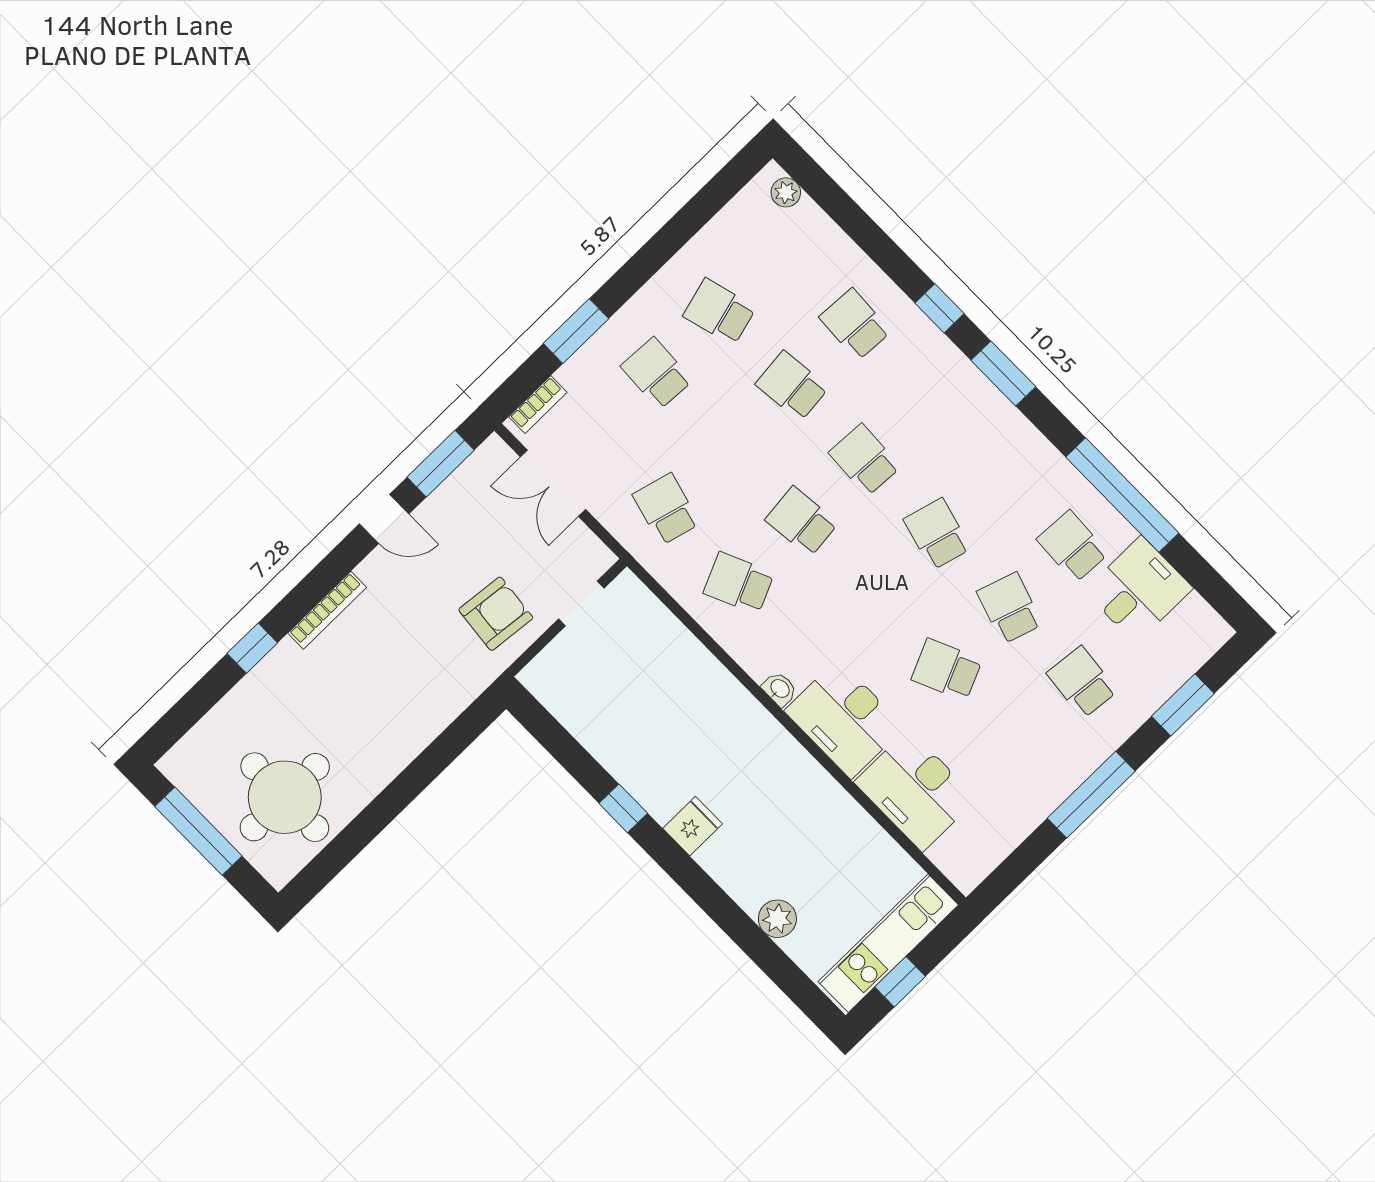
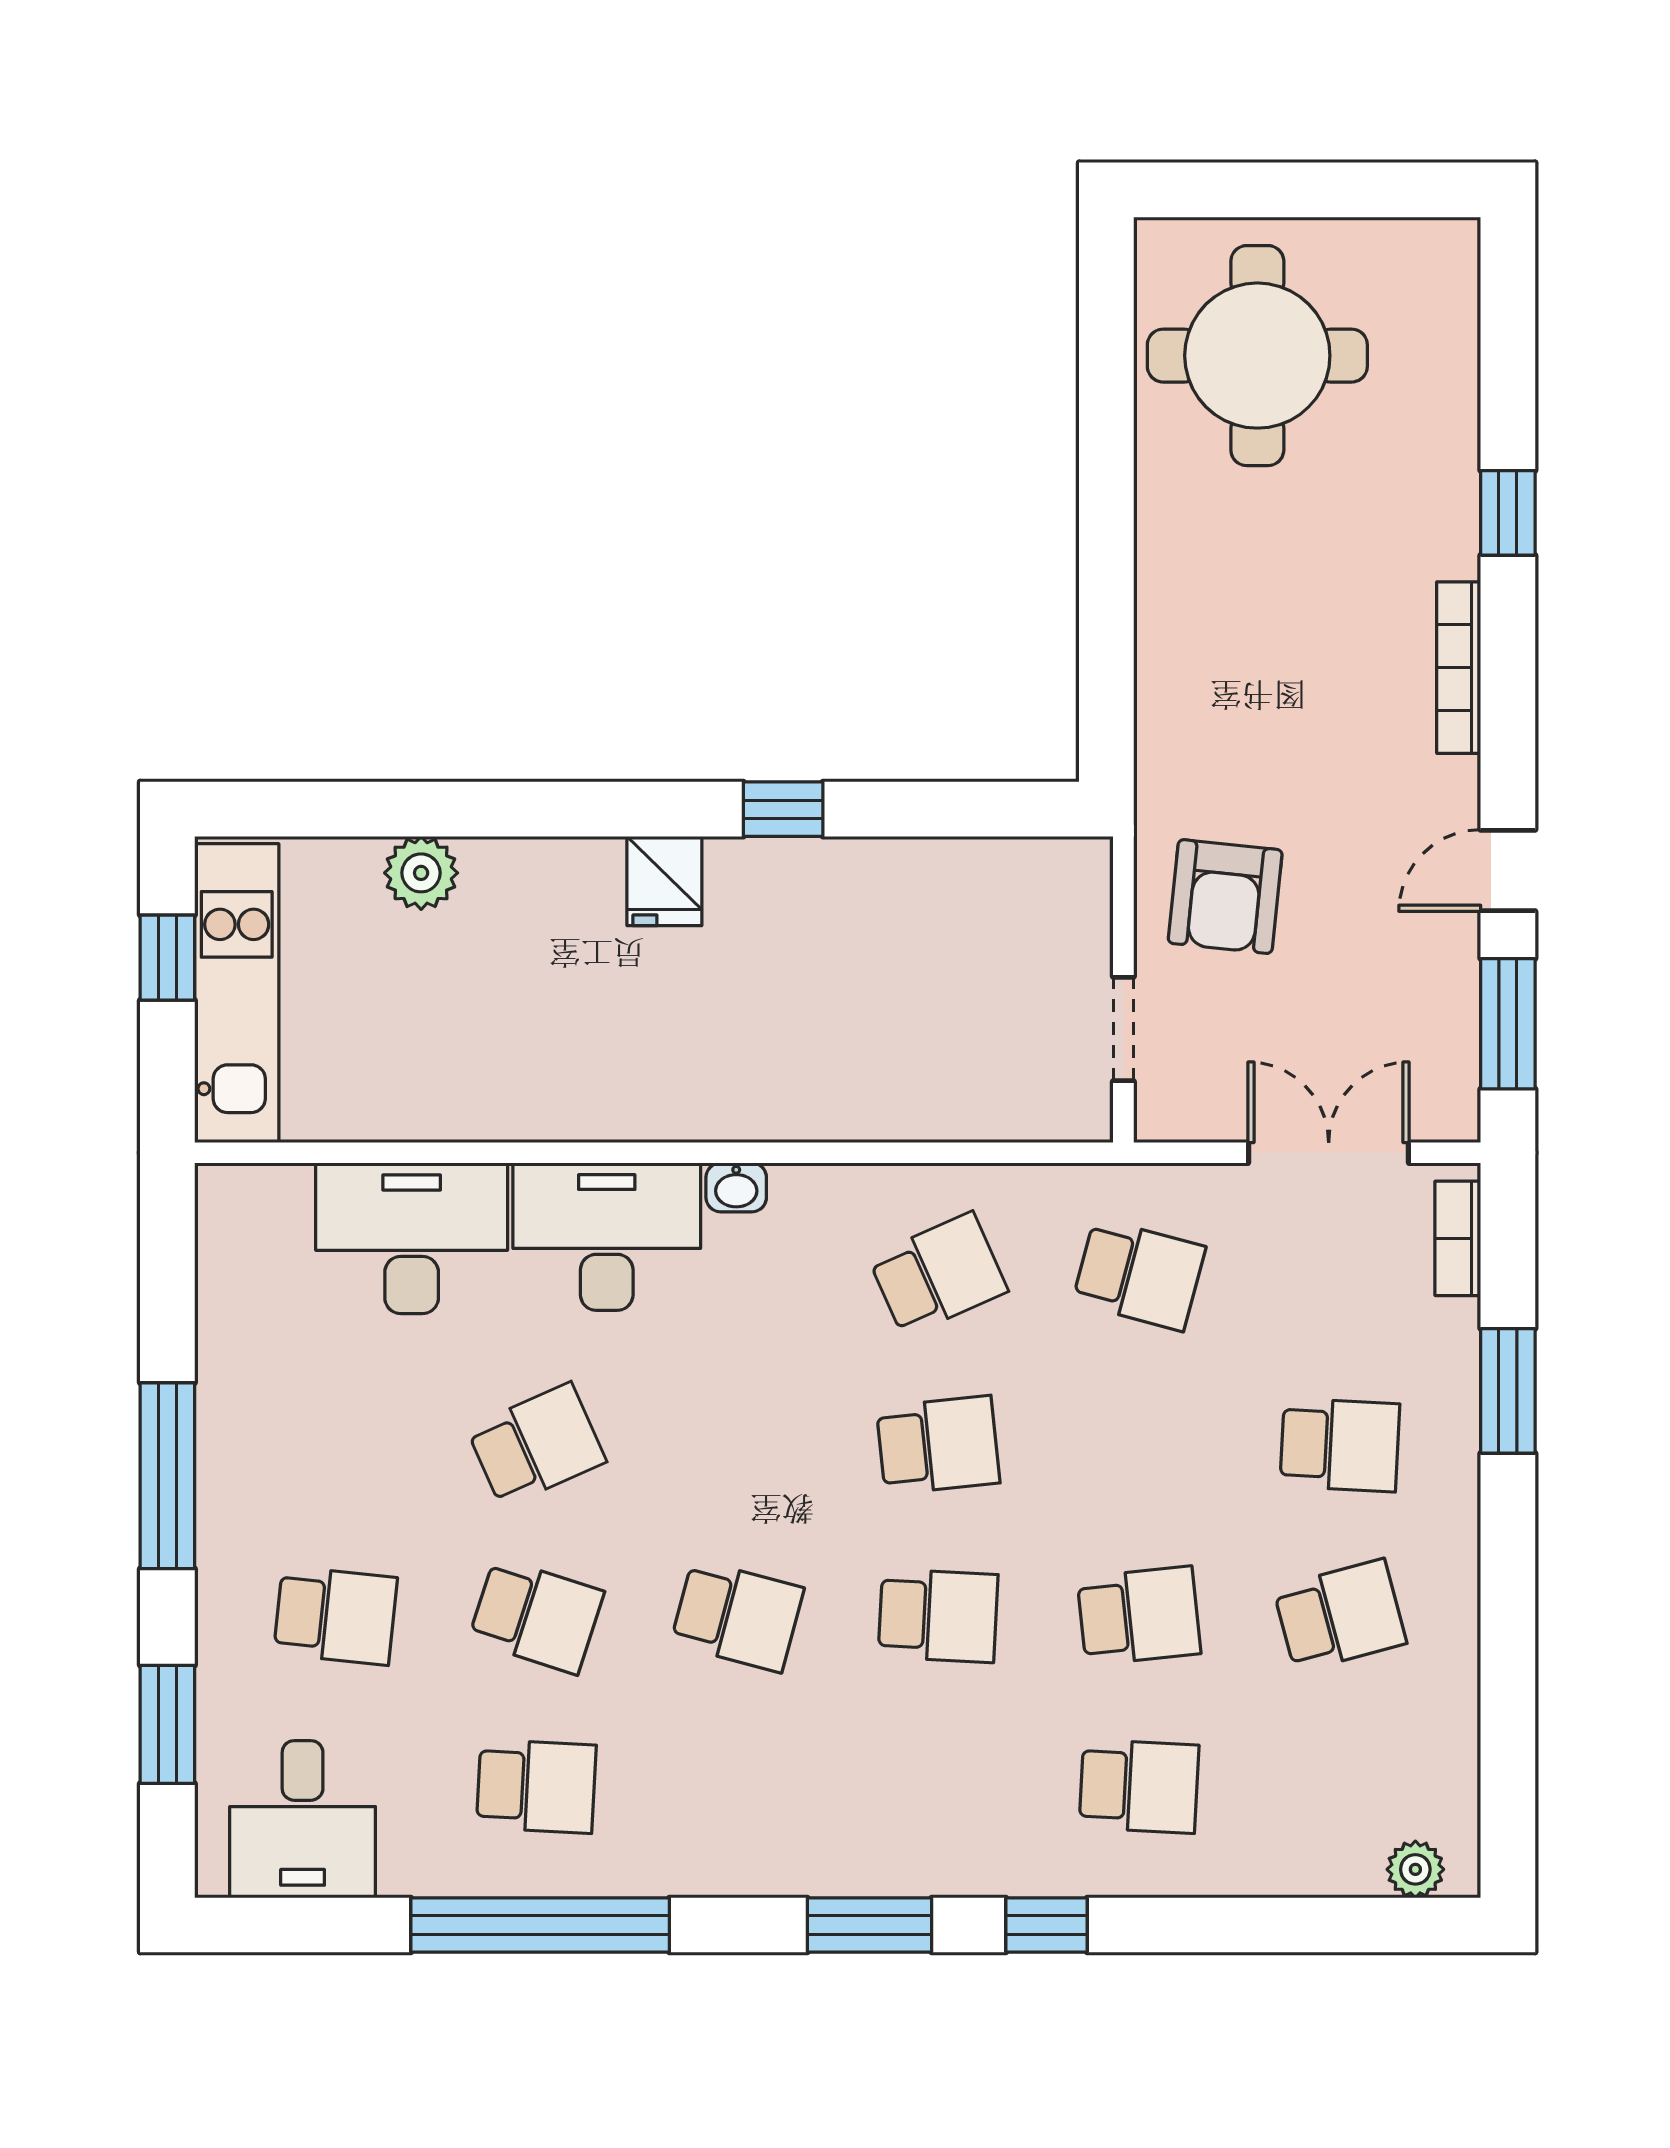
desk: (1139, 590) -> (303, 1819), moved
window: (198, 831) -> (1327, 190), removed

